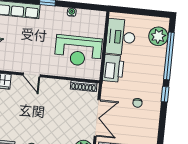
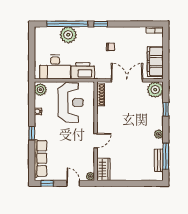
plant: (97, 17) -> (40, 90), added
plant: (158, 36) -> (68, 35), moved

